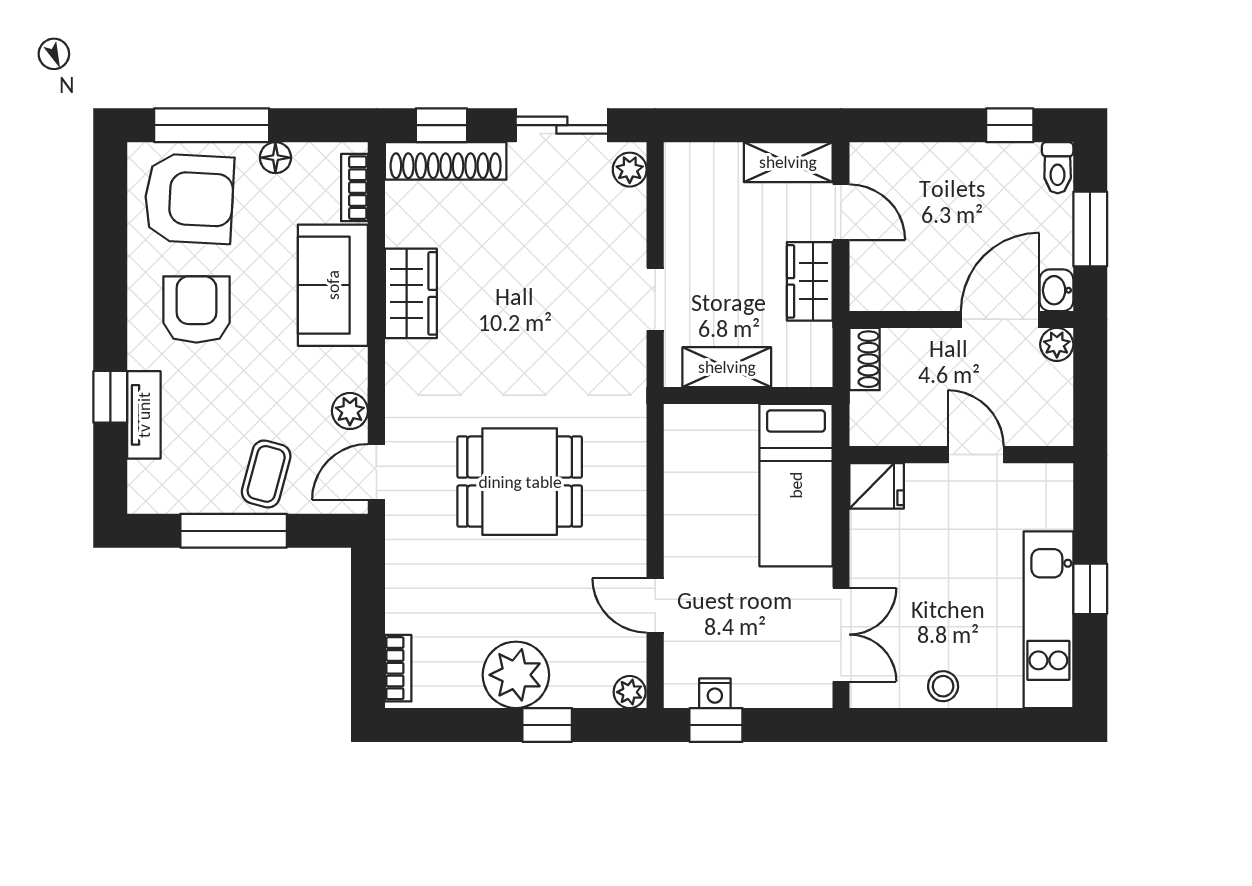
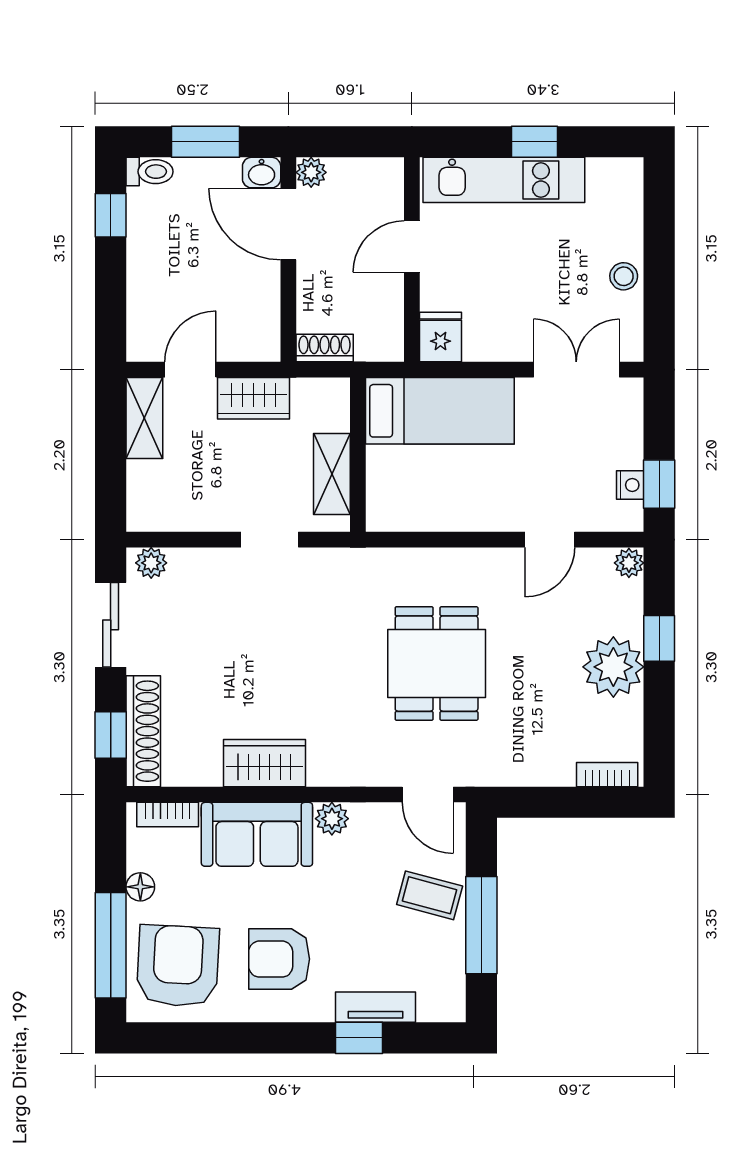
plant: (350, 411) -> (332, 819), moved
kitchen unit: (1048, 620) -> (504, 180), moved

